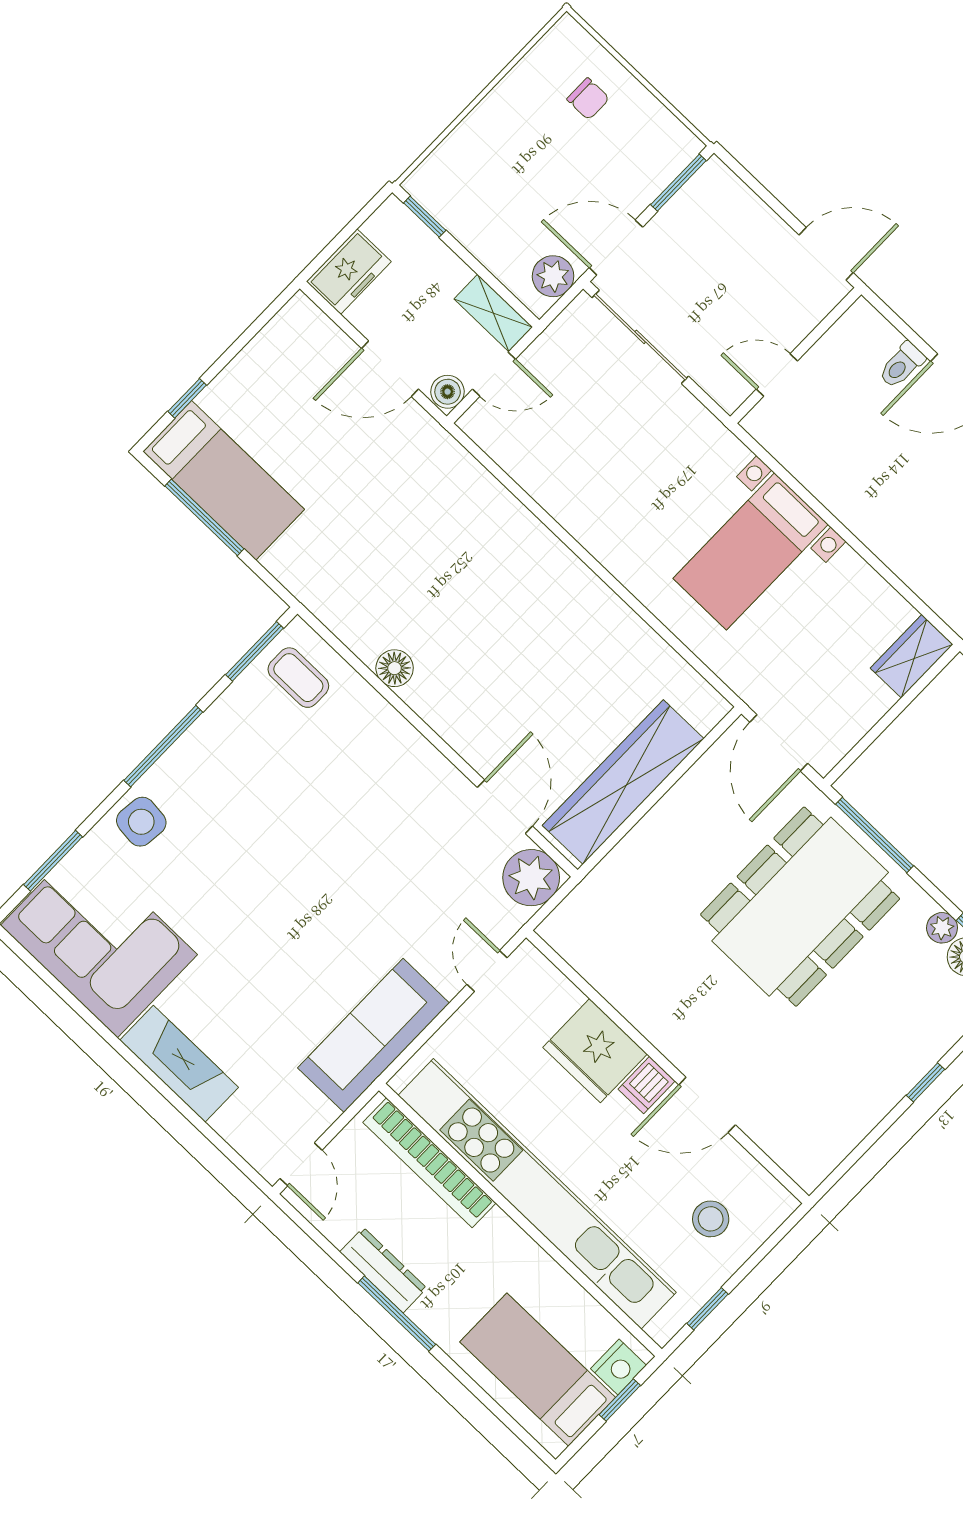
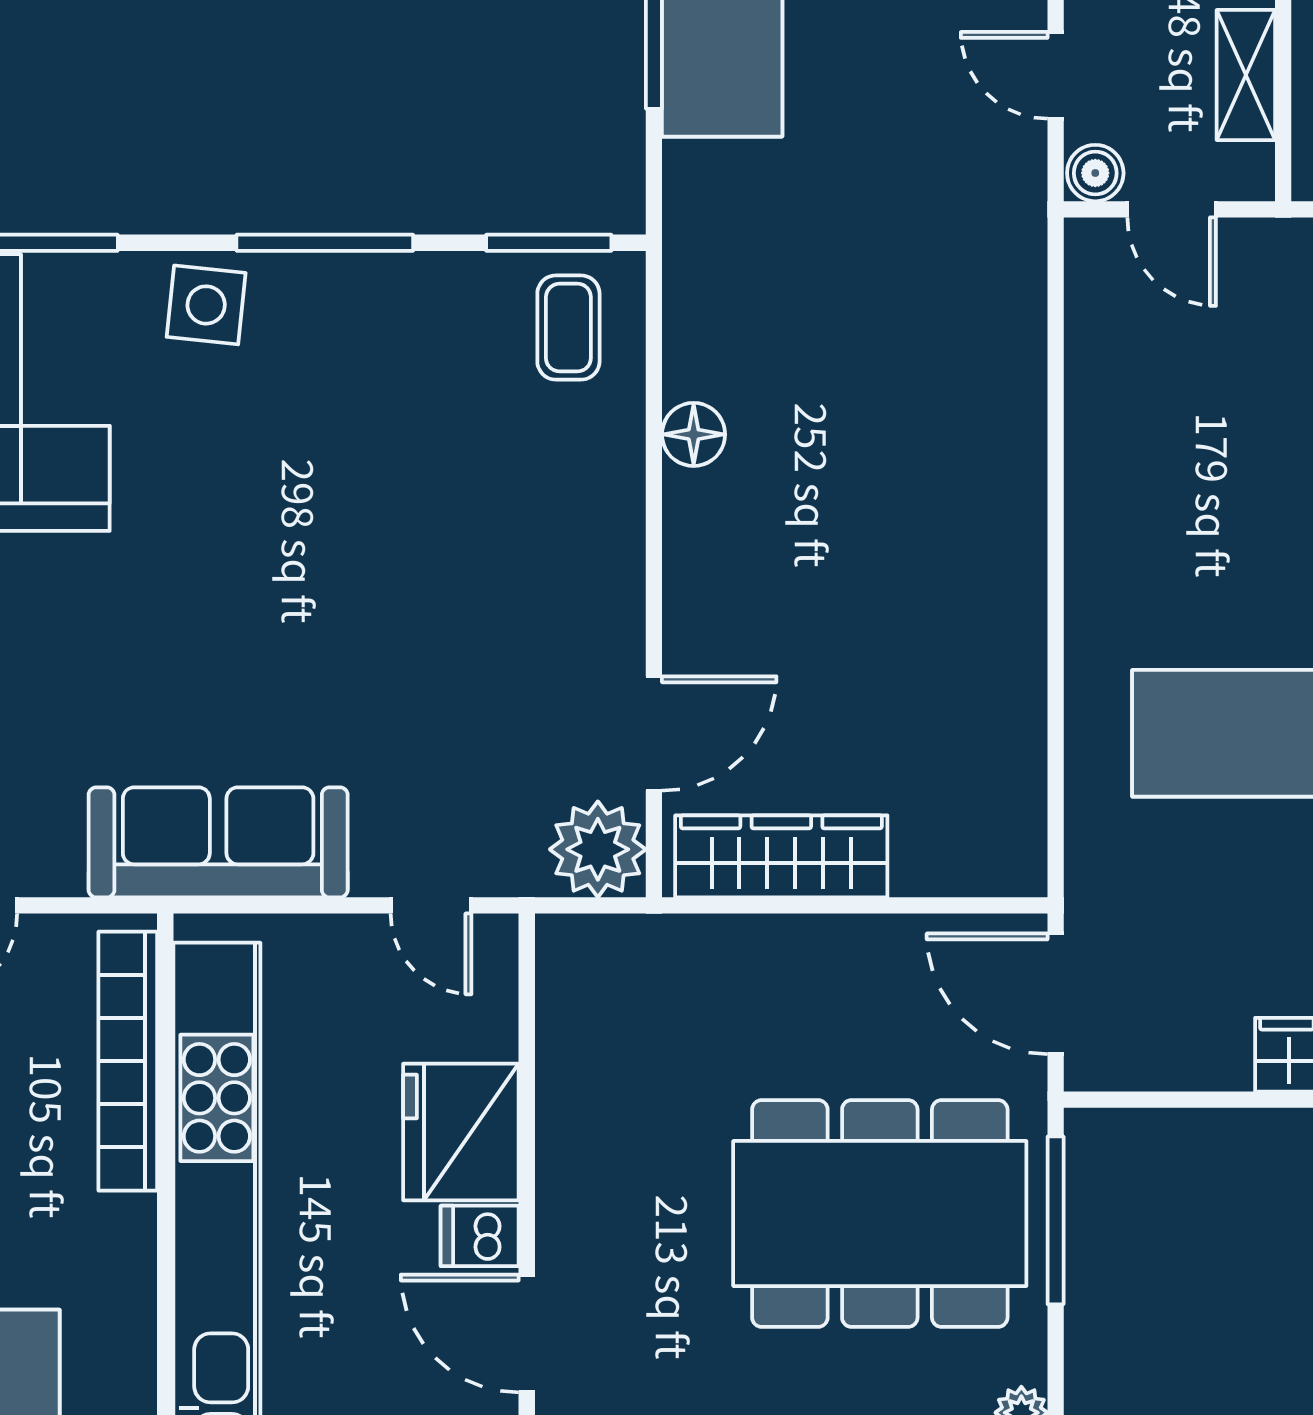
shelving: (493, 313) -> (1246, 75), moved
door: (390, 369) -> (1056, 75), width x0.73
door: (779, 743) -> (1056, 994), hinge flipped
wardrobe: (623, 782) -> (781, 856), width x0.71, depth x0.85
door: (487, 971) -> (431, 905), swing flipped

